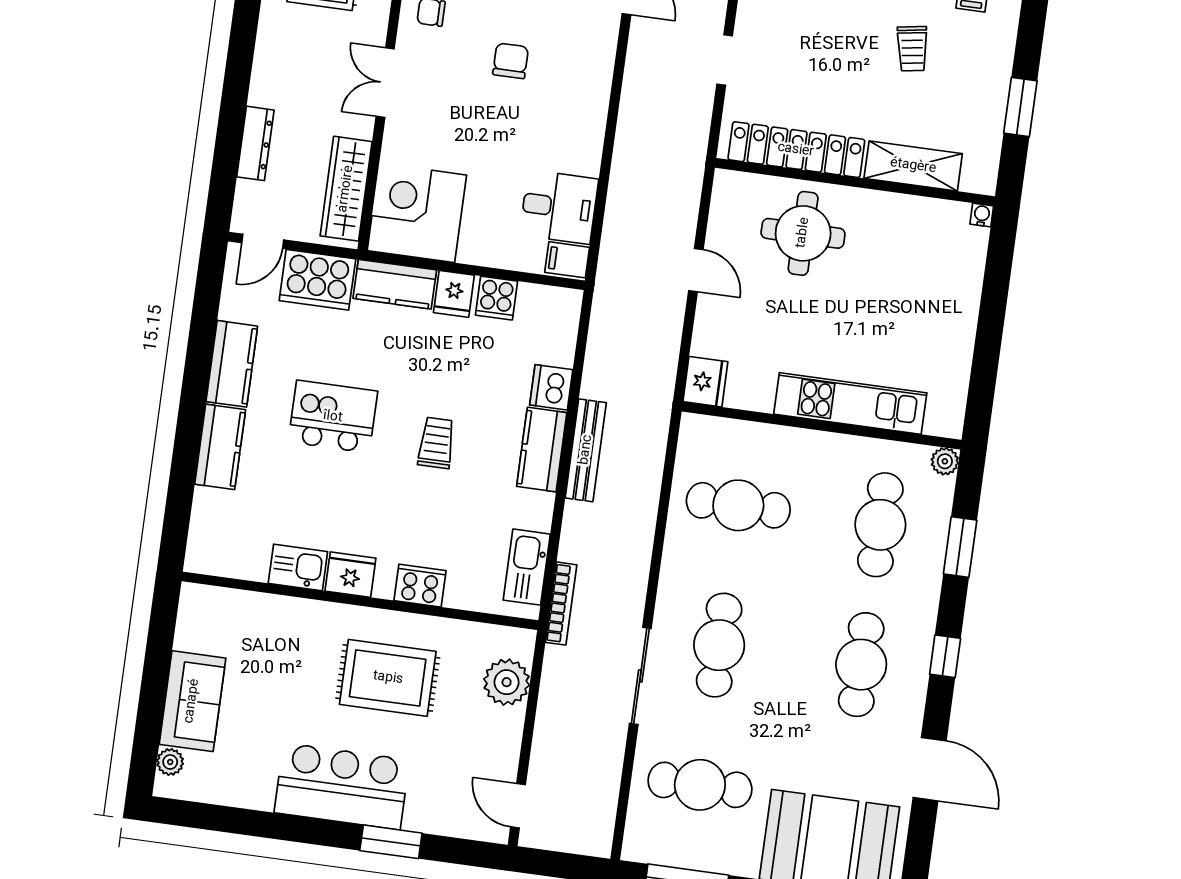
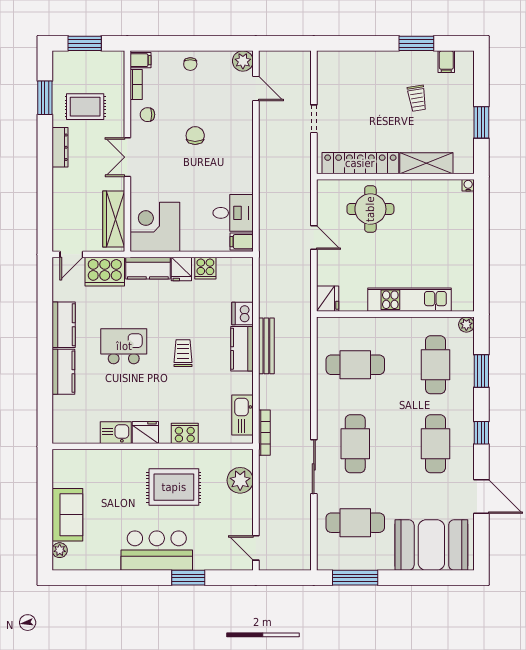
dresser: (255, 143) -> (60, 147), moved

